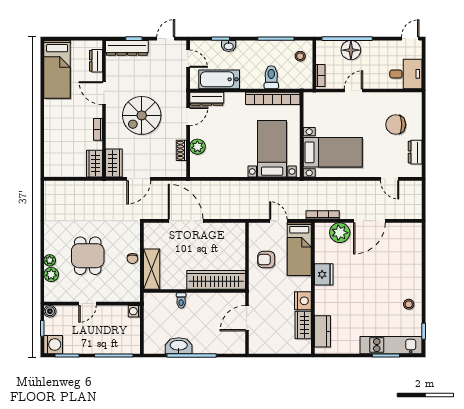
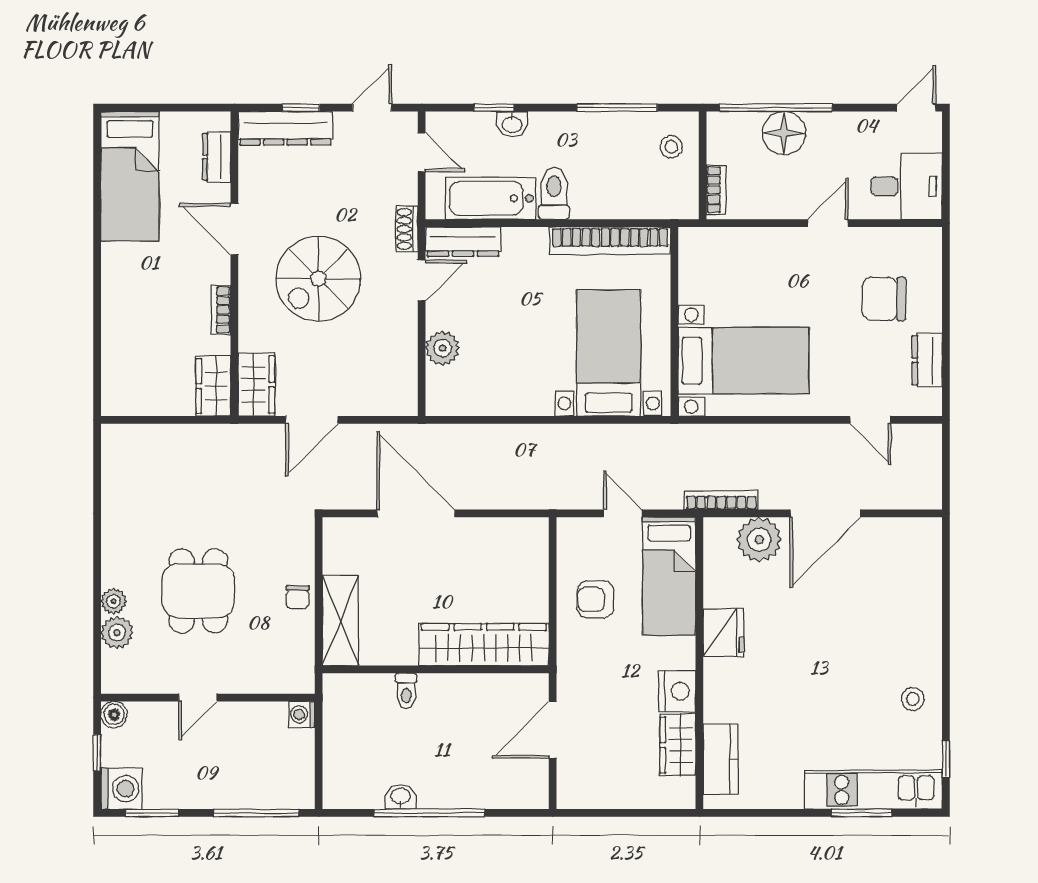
toilet: (271, 77) -> (554, 194), moved
door: (353, 91) -> (828, 223), moved
shoe rack: (181, 150) -> (407, 229), moved
washbasin: (179, 346) -> (401, 797), width x0.52, depth x0.69

